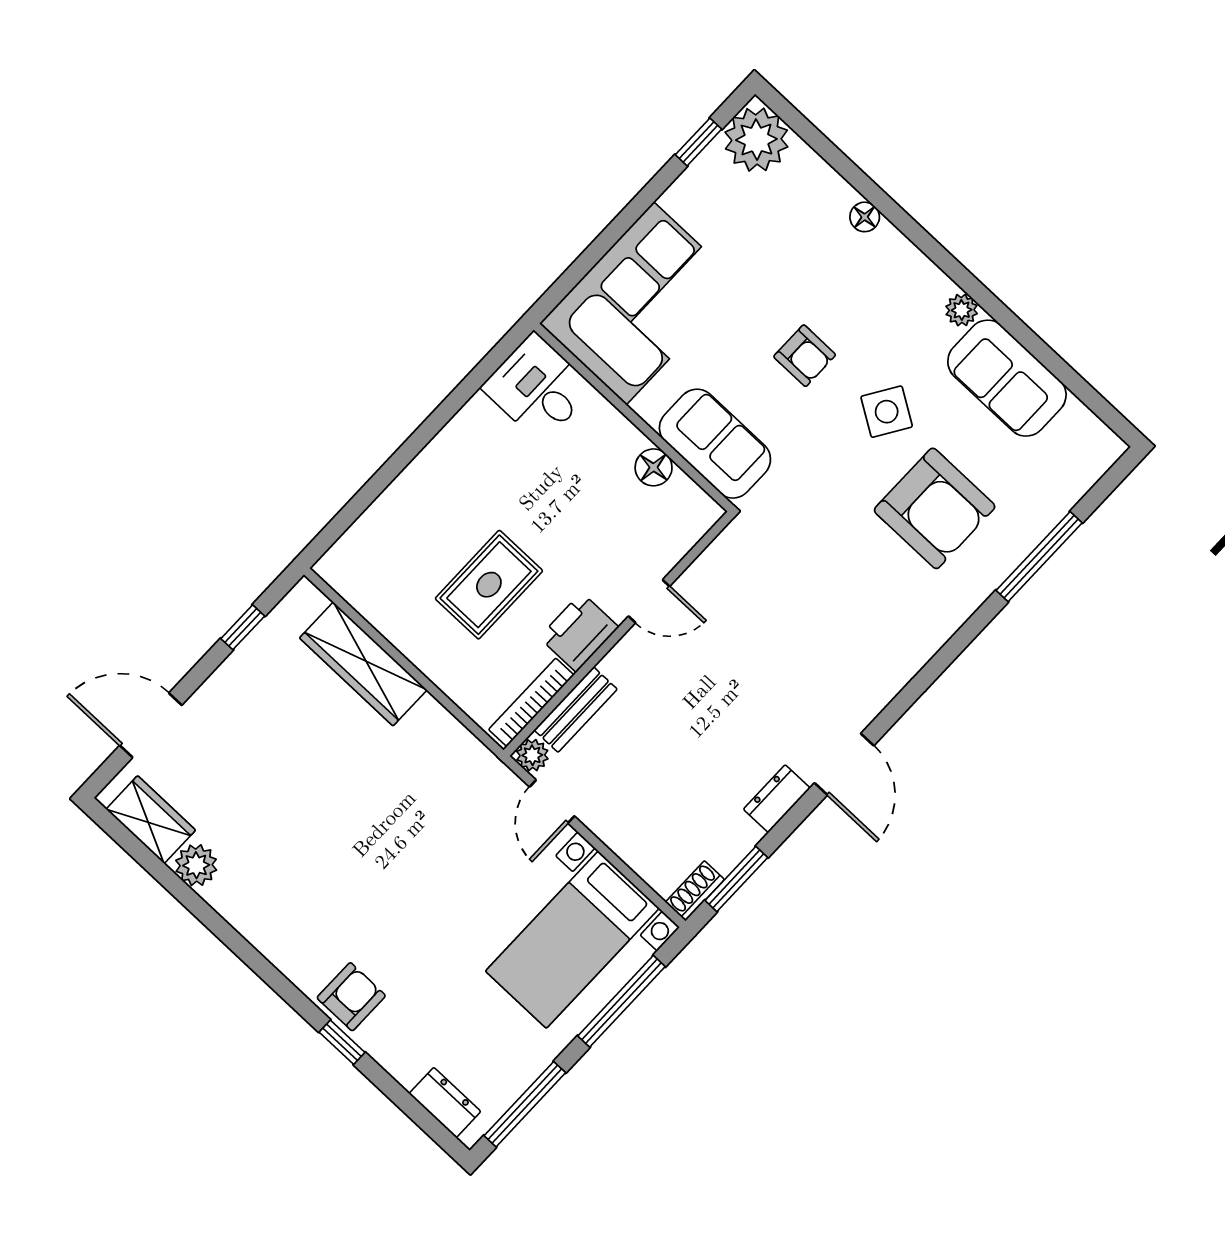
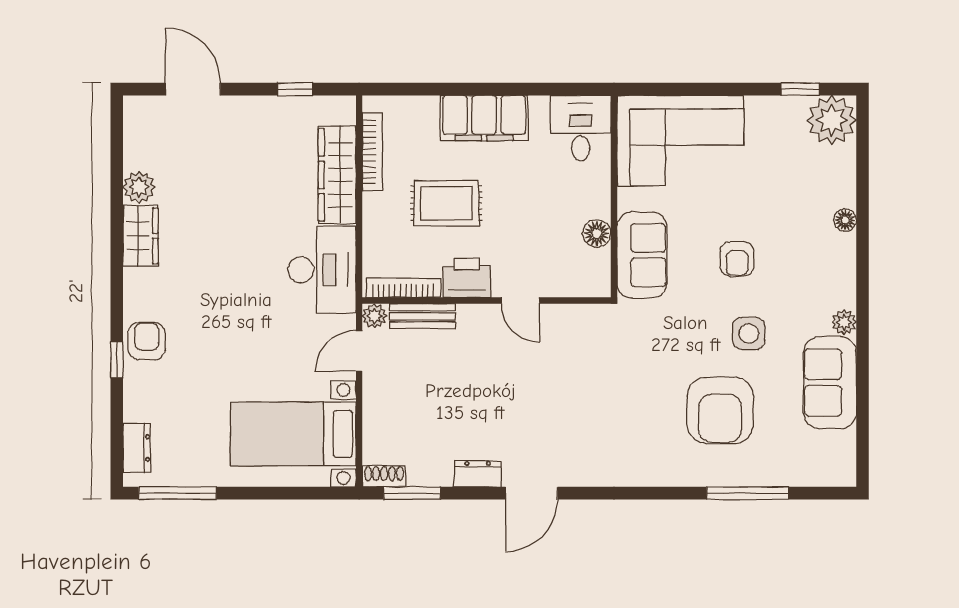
side table: (887, 412) -> (749, 333), turned -32
filing cabinet: (441, 472) -> (484, 118), added
bookcase: (373, 609) -> (372, 152), added
desk: (440, 764) -> (322, 270), added
wardrobe: (151, 820) -> (141, 236), moved
armchair: (351, 997) -> (147, 341), turned -90
window: (621, 1001) -> (285, 493), removed

